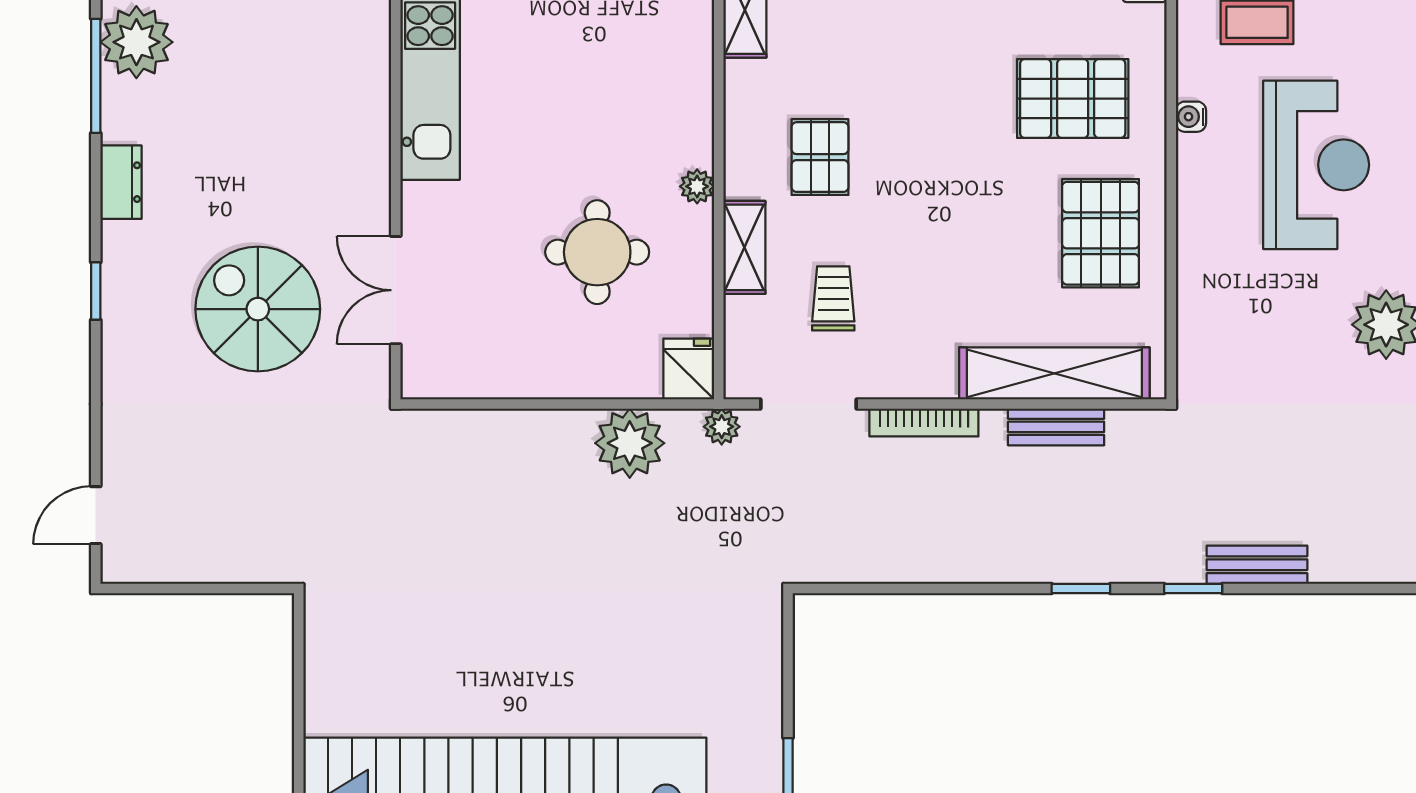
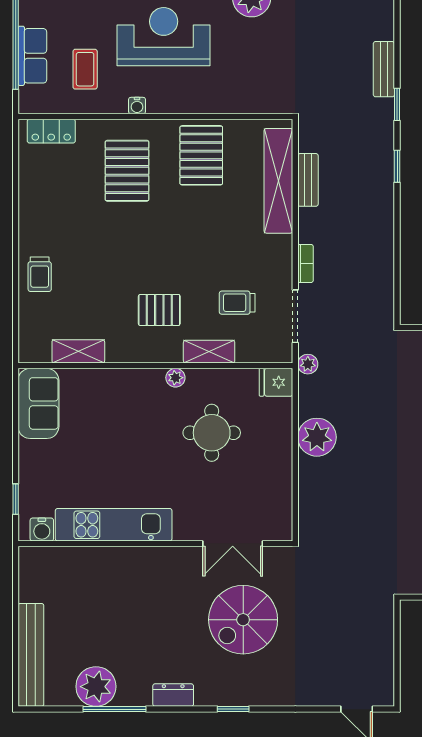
pallet: (1101, 233) -> (201, 155), turned 90
bookcase: (924, 422) -> (306, 263), width x0.64
plant: (630, 443) -> (317, 437), moved

